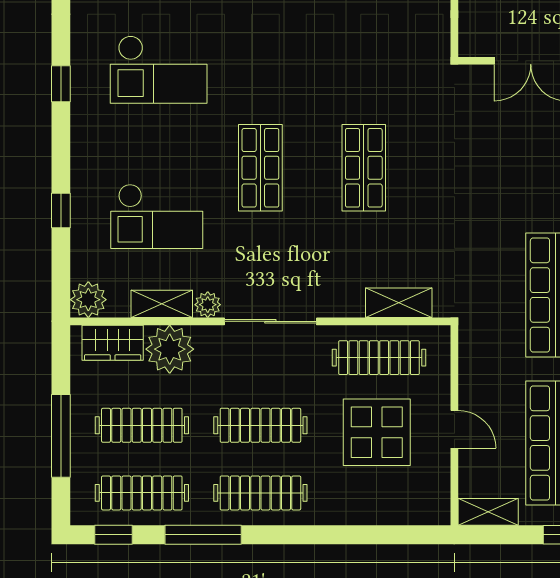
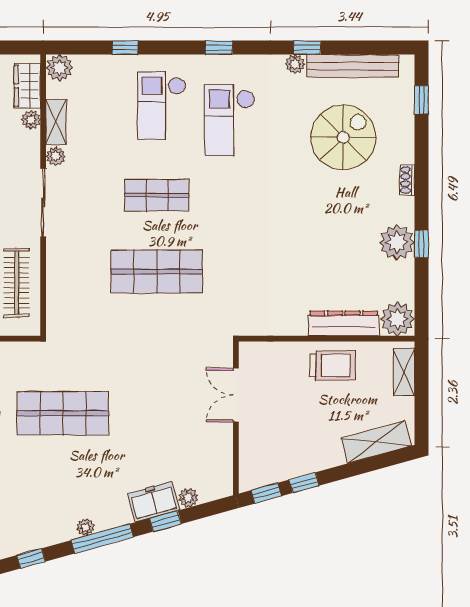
shop shelf: (364, 168) -> (157, 272), width x1.43, depth x1.36
checkout: (157, 216) -> (162, 106), moved
shelving: (399, 303) -> (57, 297), removed
plant: (170, 349) -> (31, 120), width x0.53, depth x0.53

